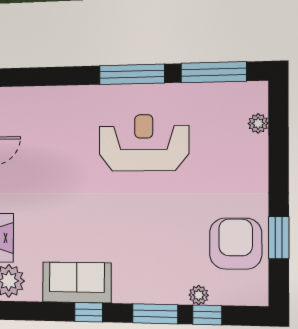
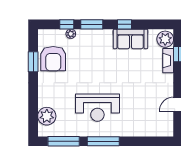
plant: (258, 123) -> (47, 116), width x1.88, depth x1.88

